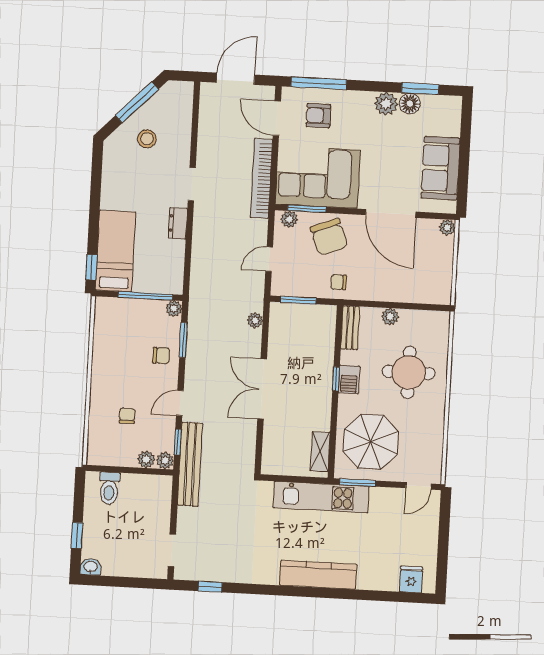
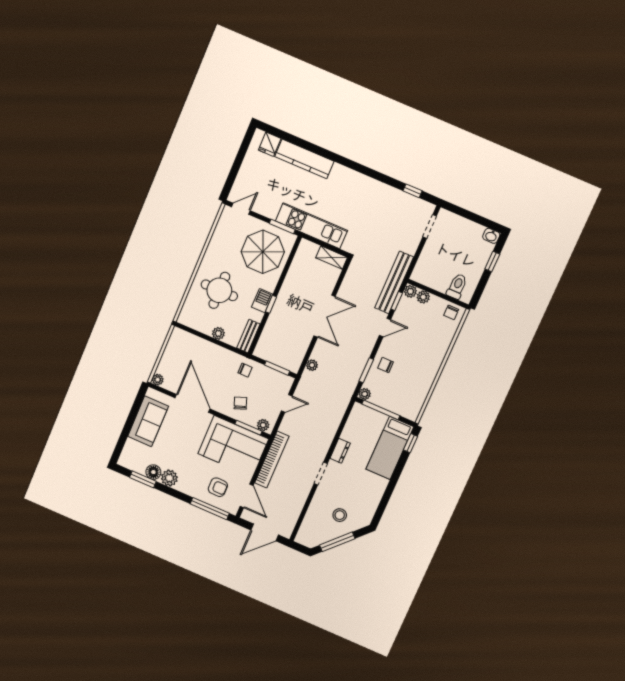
chair: (329, 237) -> (240, 403), width x0.54, depth x0.54
chair: (127, 416) -> (451, 312), moved
shelving: (320, 452) -> (332, 258), moved, turned 90
kitchen counter: (318, 575) -> (304, 159), moved

